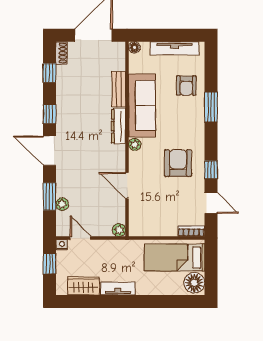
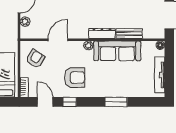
armchair: (186, 86) -> (35, 59), moved, turned 122
door: (211, 203) -> (45, 102), swing flipped
plant: (119, 230) -> (25, 22), moved

